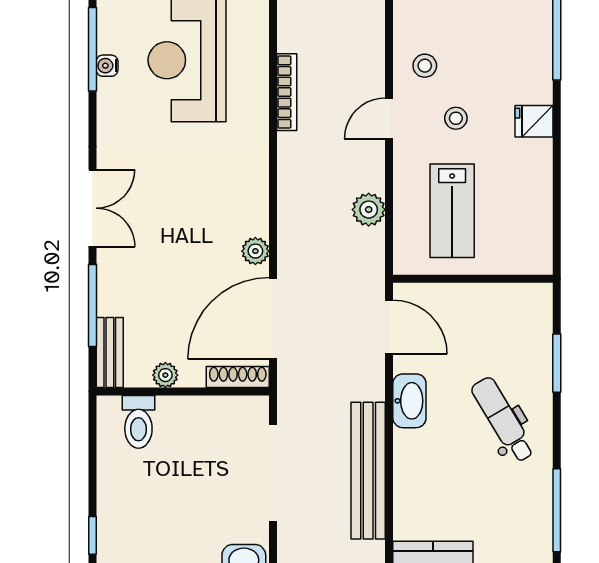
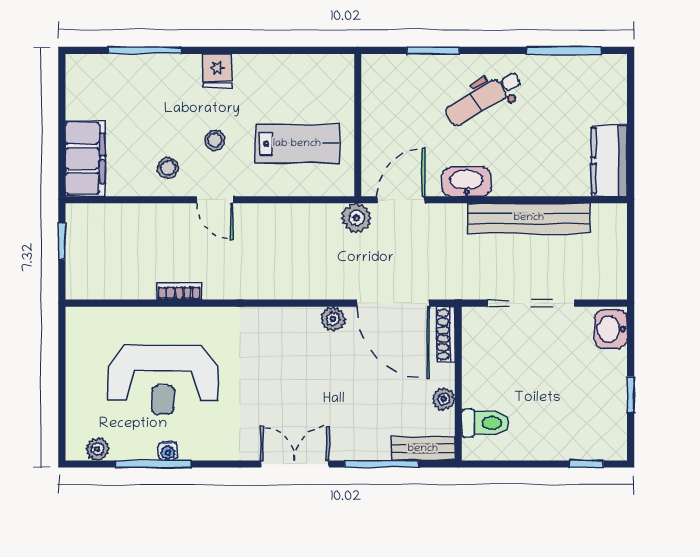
bookcase: (287, 92) -> (179, 291), width x0.64
plant: (369, 210) -> (356, 218), moved

